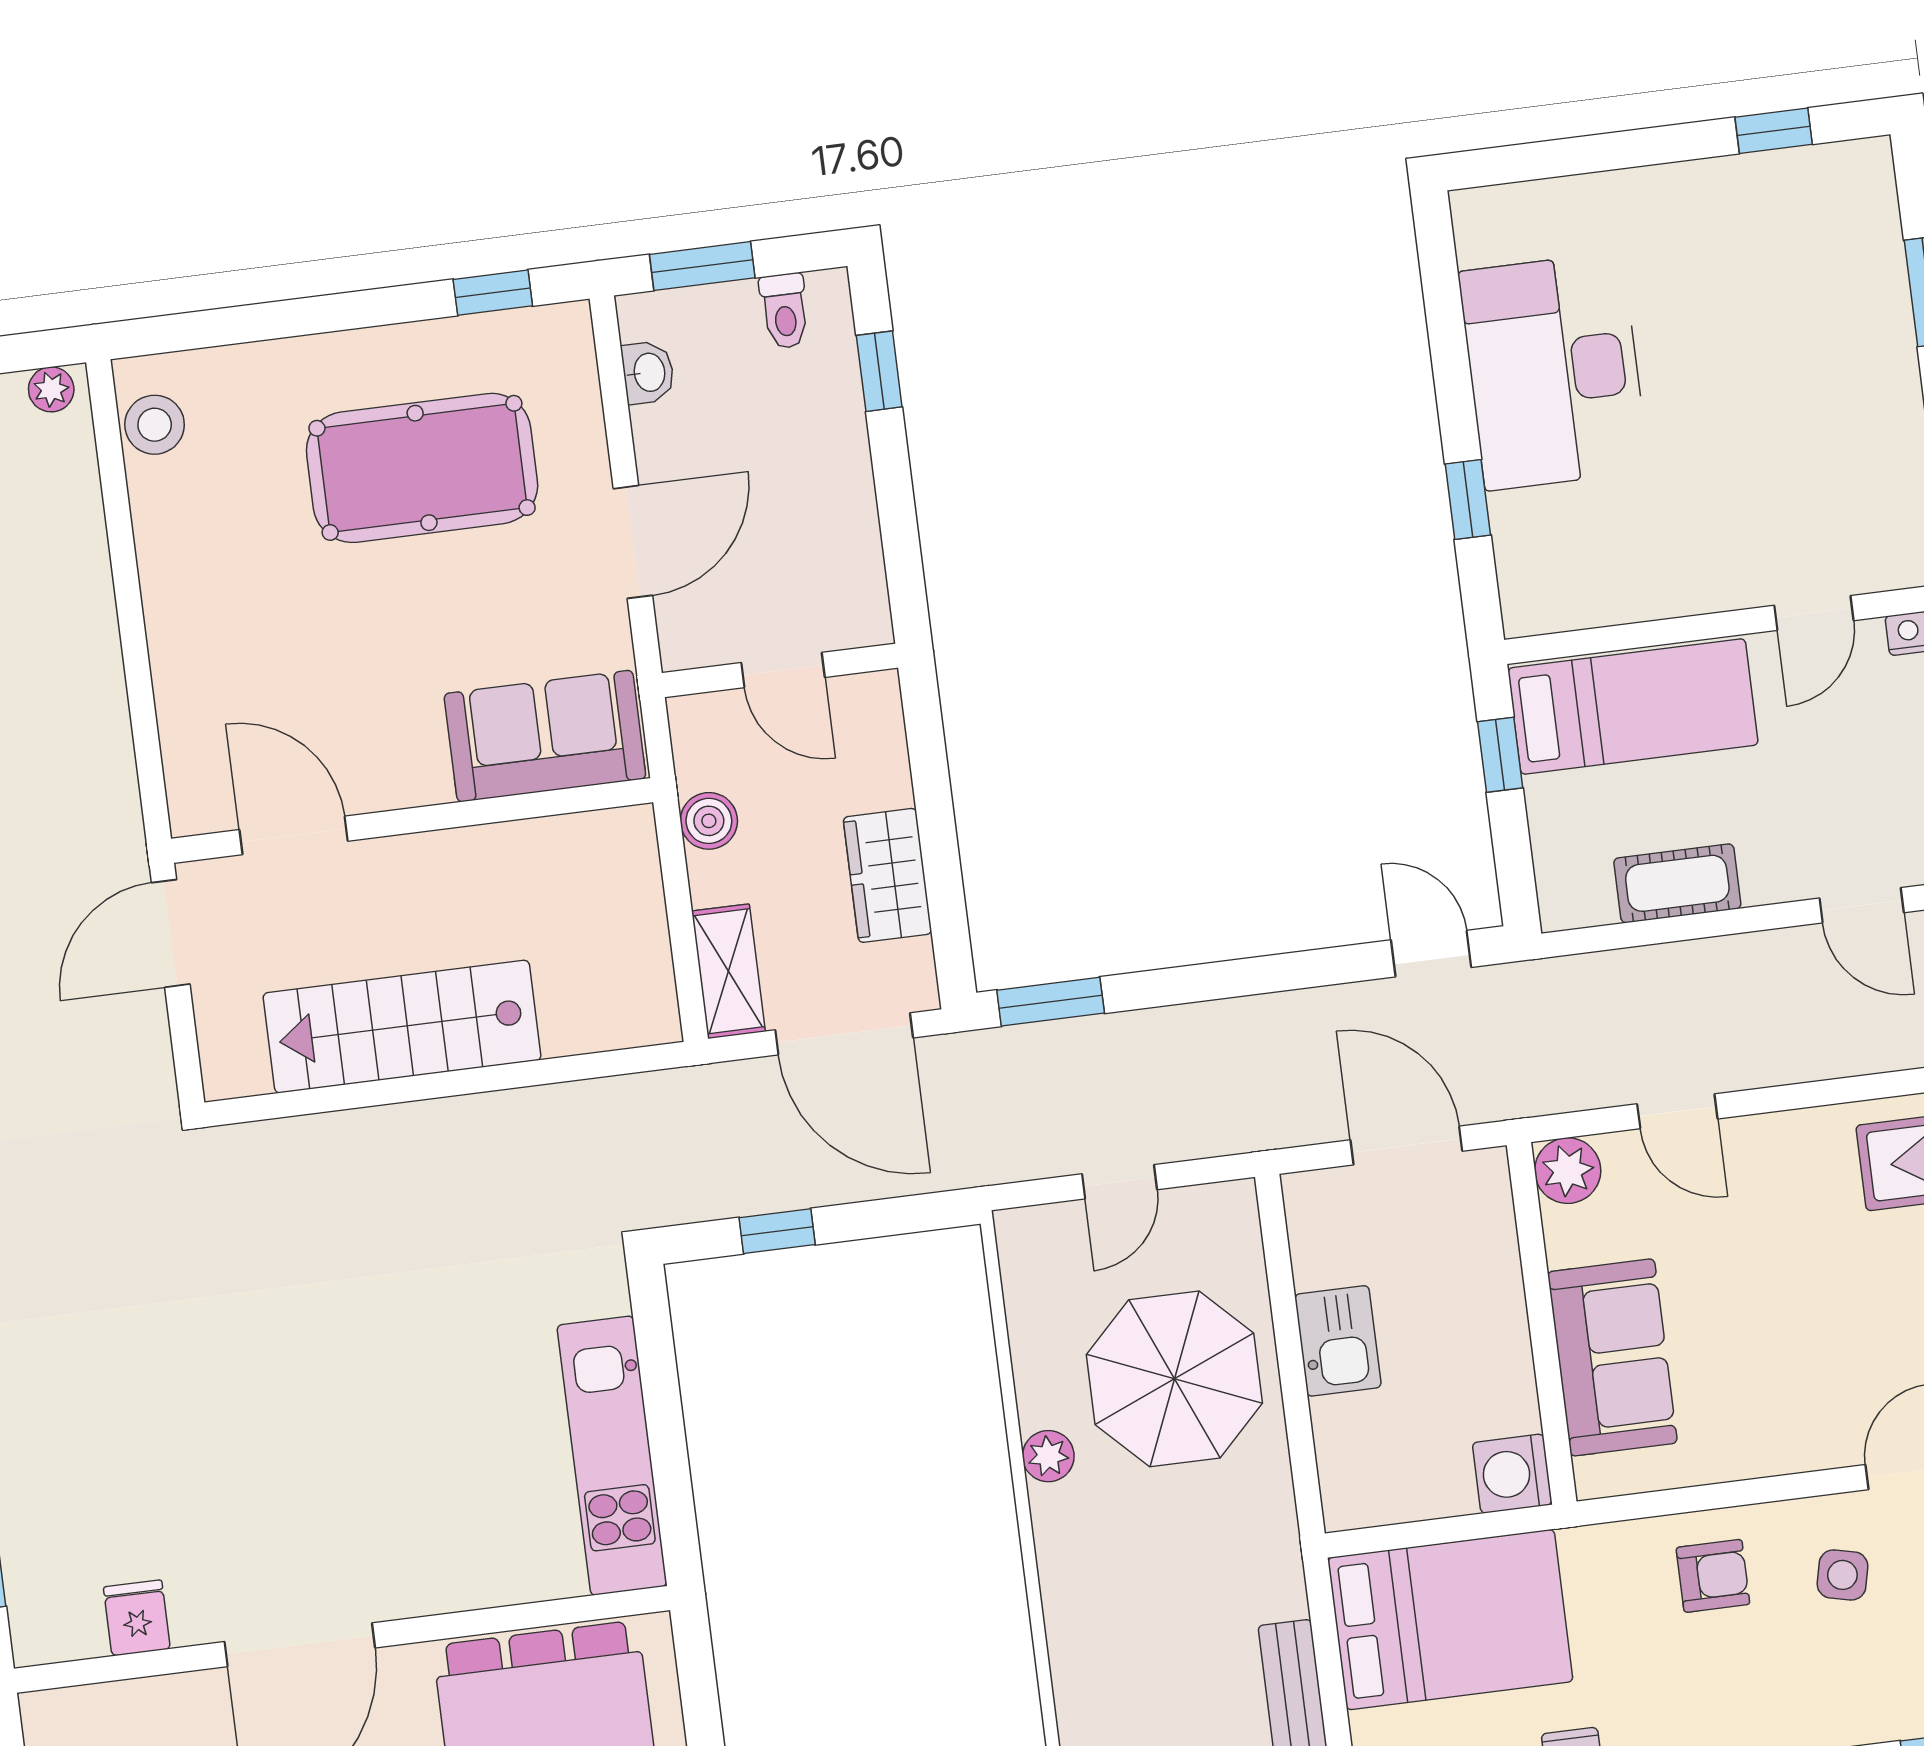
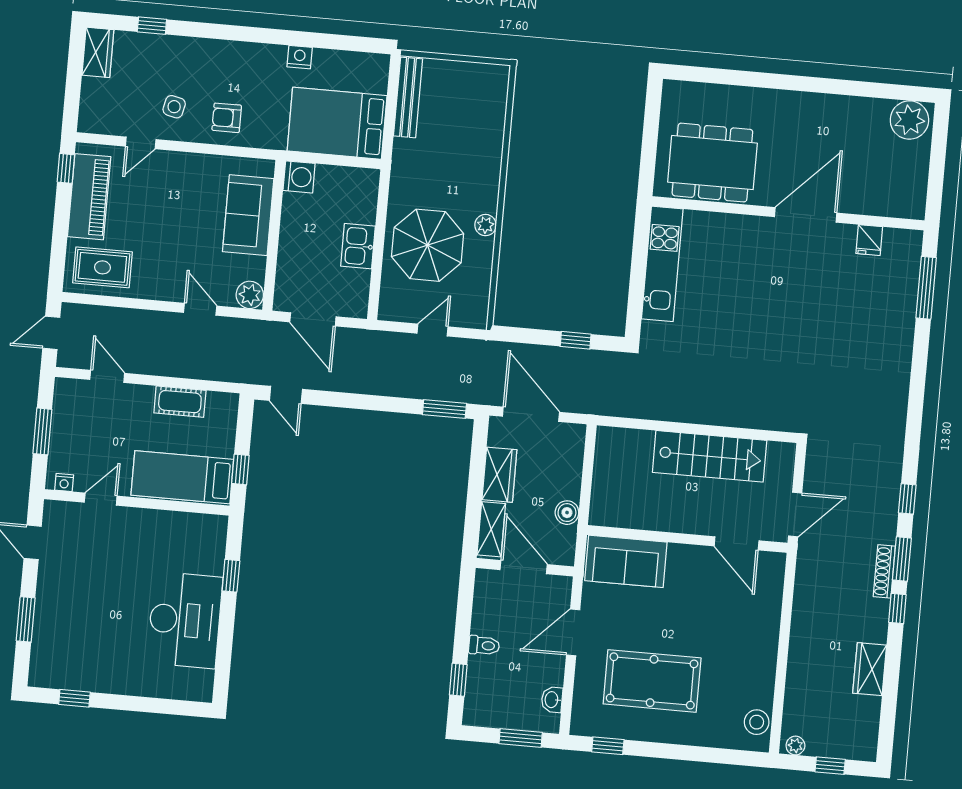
toilet: (785, 311) -> (484, 645), moved, turned 90
door: (783, 670) -> (524, 567), width x1.38
shelving: (728, 971) -> (491, 529), moved

